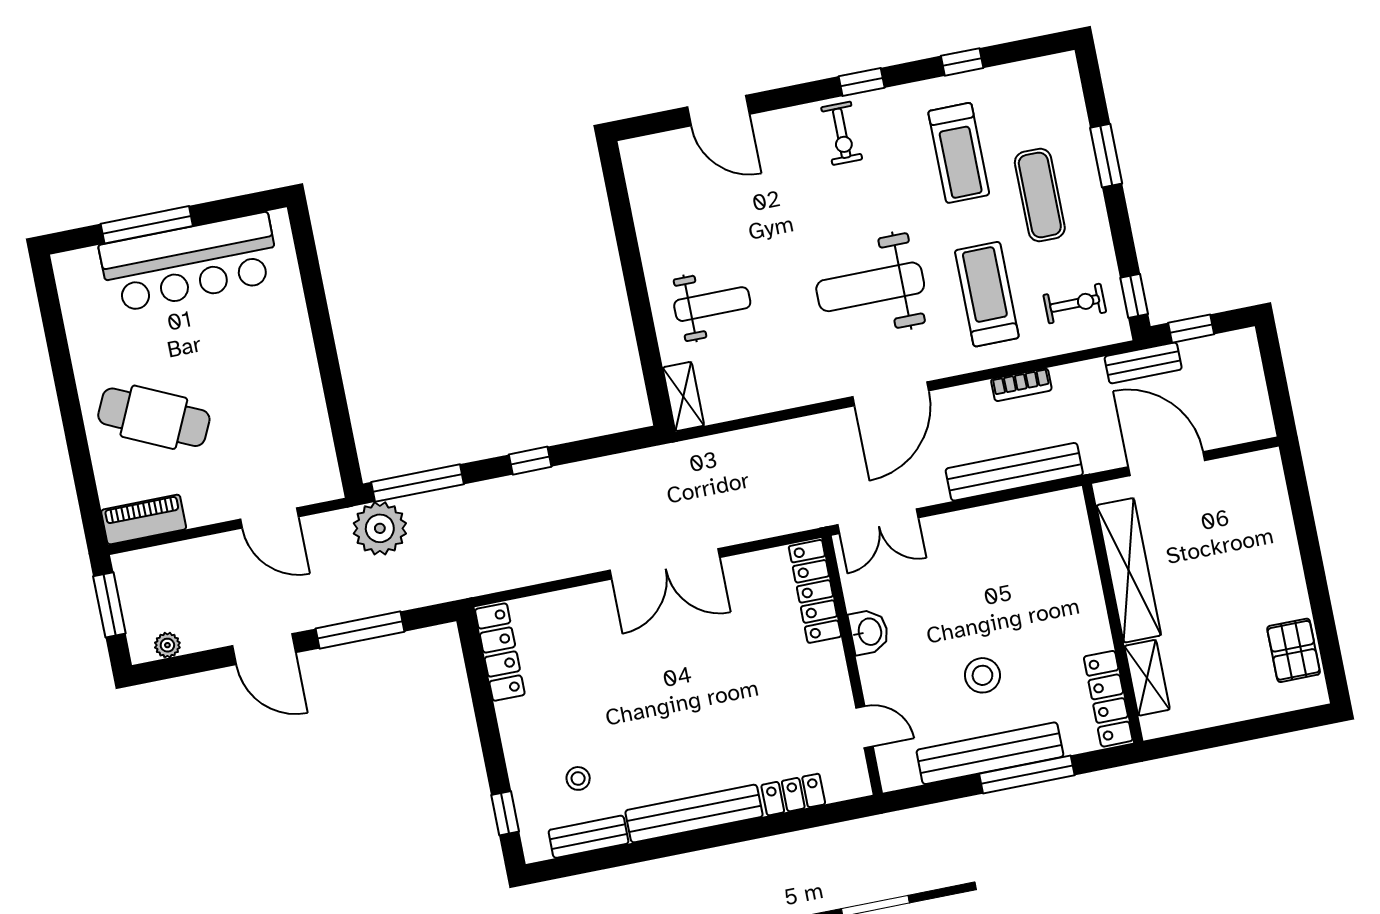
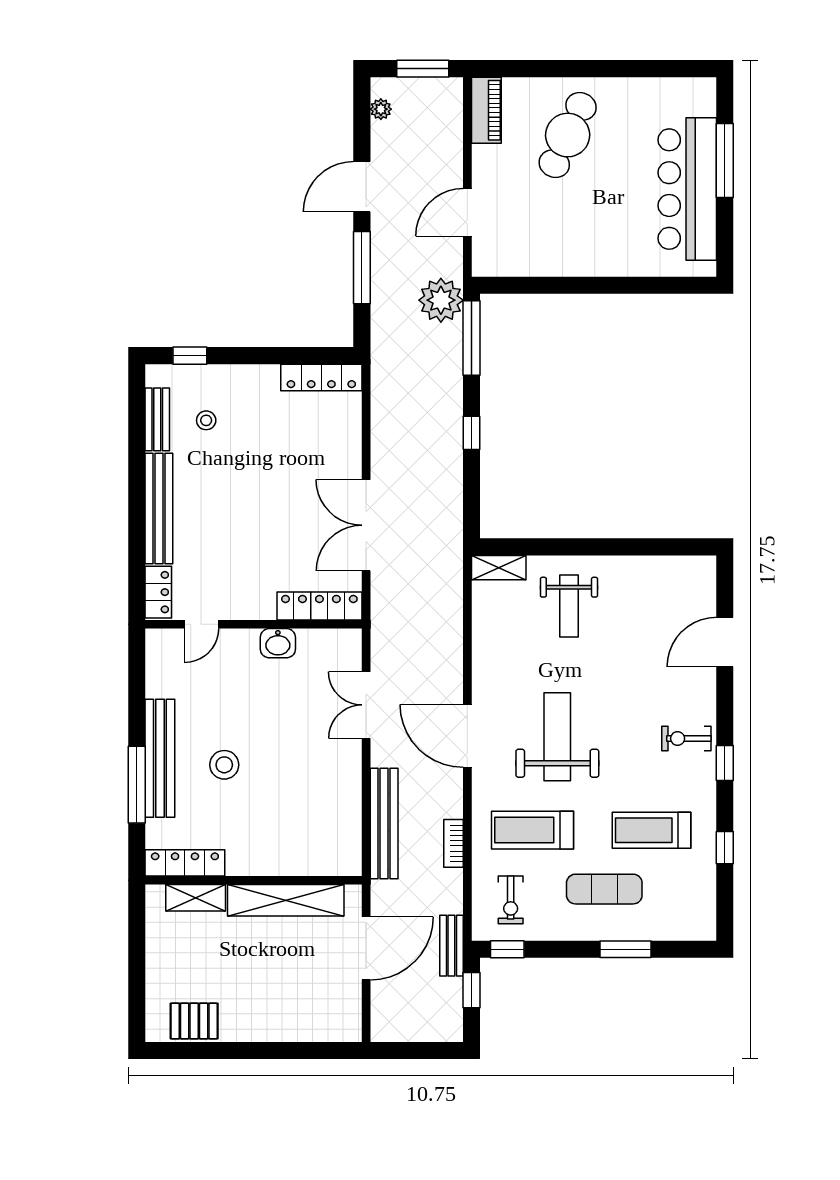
treadmill: (987, 294) -> (532, 830), turned 180
locker: (815, 591) -> (319, 606), moved
washbasin: (869, 632) -> (278, 643), moved
wall: (852, 665) -> (253, 624), moved
door: (865, 727) -> (201, 624), moved

